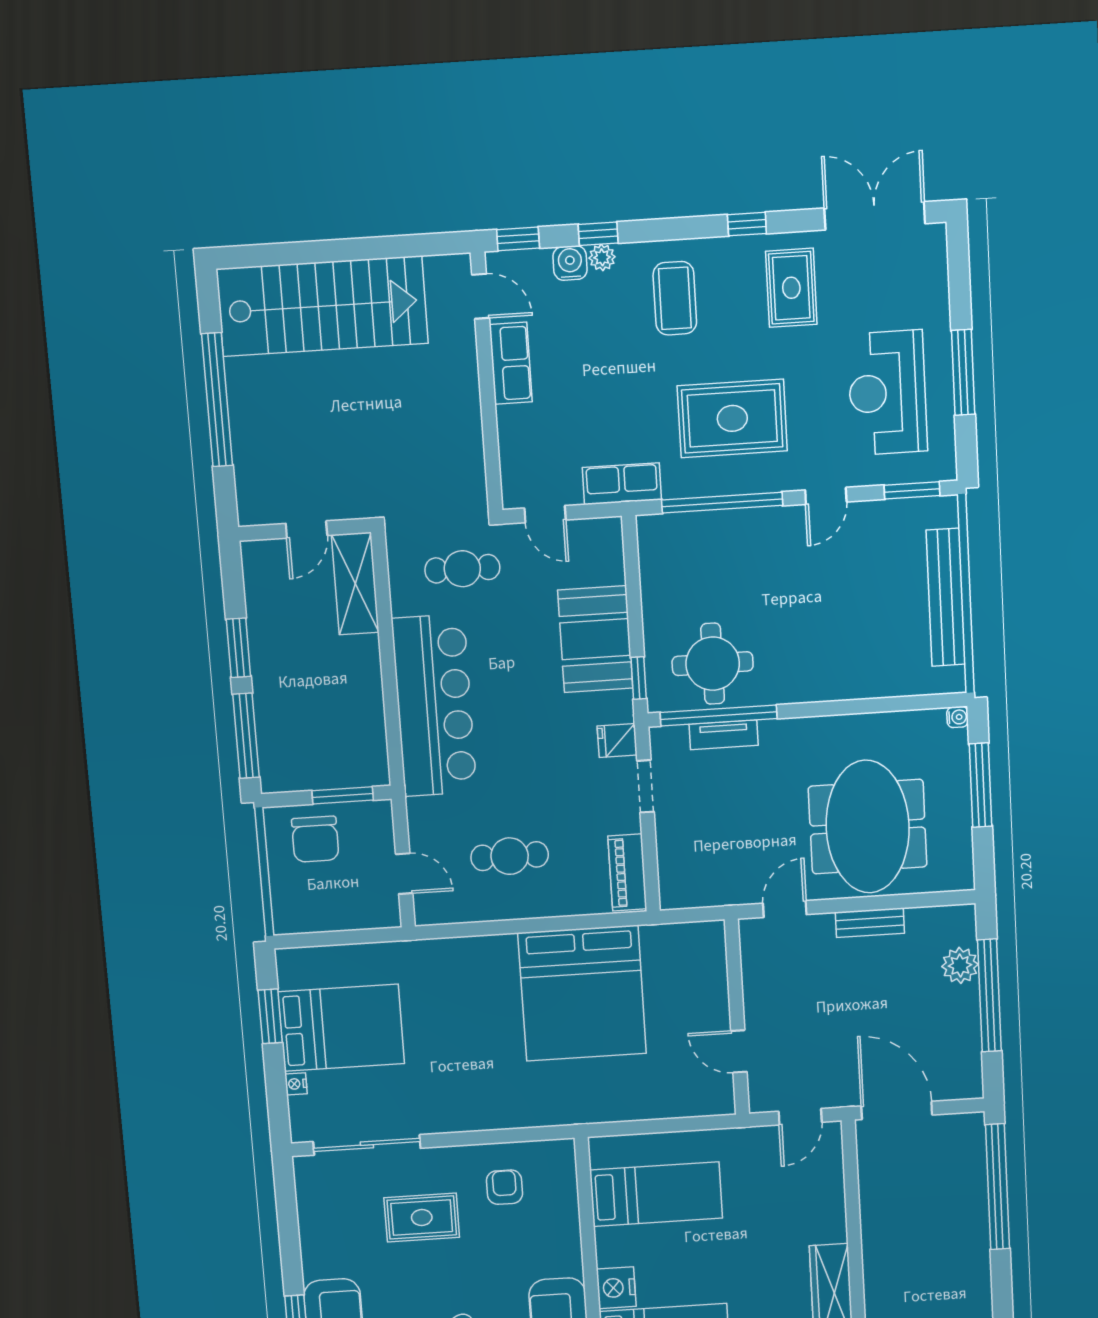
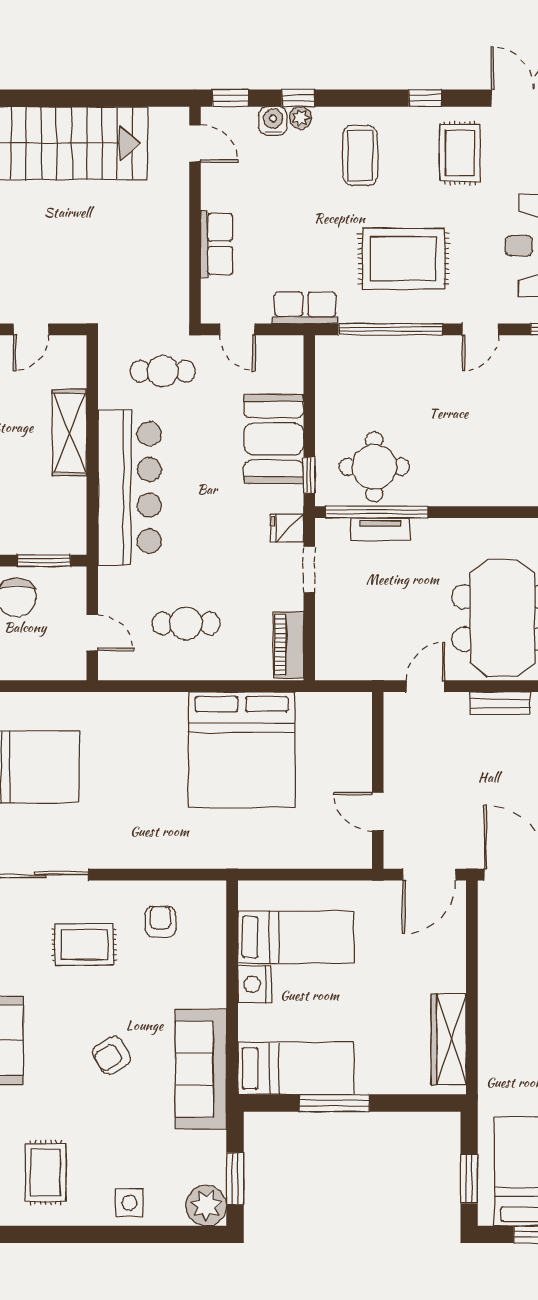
row of seats: (511, 363) -> (217, 244), moved
shelving: (355, 584) -> (69, 433), moved
door: (800, 1117) -> (429, 875), width x1.38
nightstand: (616, 1288) -> (255, 984), moved

